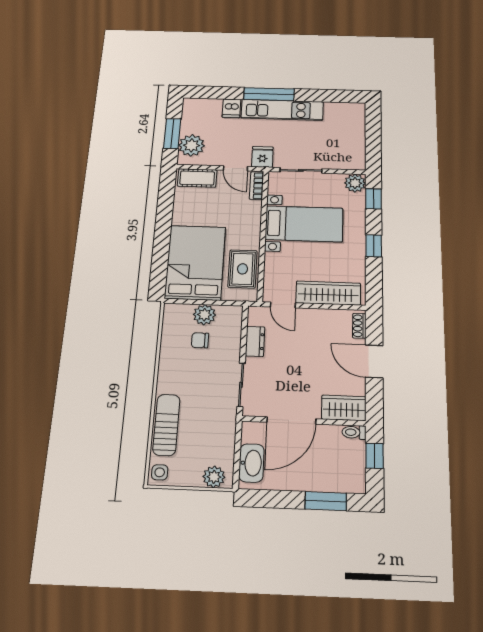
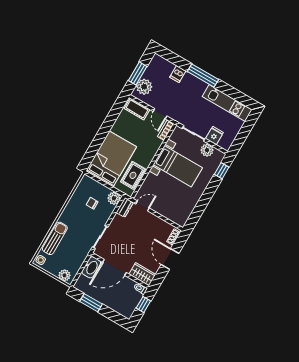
kitchen unit: (282, 110) -> (227, 103), moved
fridge: (262, 157) -> (214, 135), moved
plant: (355, 183) -> (207, 150), moved
window: (374, 246) -> (206, 198), removed
wardrobe: (328, 293) -> (168, 211), removed
door: (283, 305) -> (142, 206), swing flipped
plant: (204, 315) -> (114, 198), moved
dresser: (255, 341) -> (125, 207), moved
washbasin: (251, 463) -> (91, 267), moved
window: (326, 501) -> (91, 303), moved

